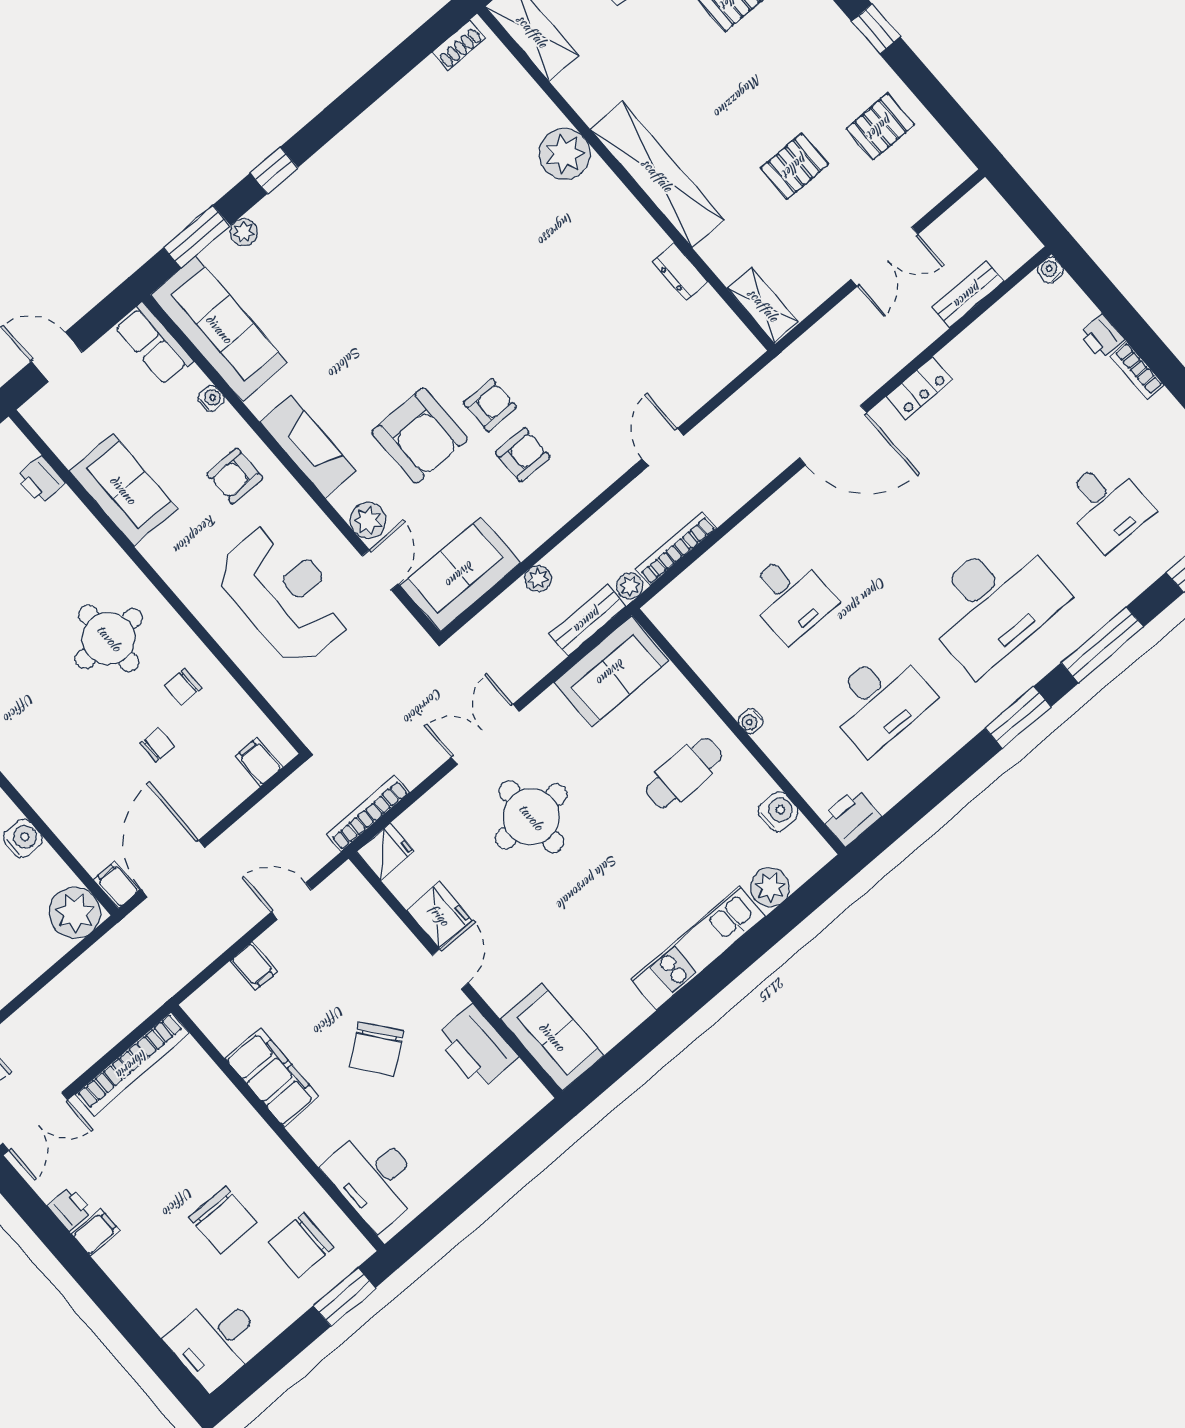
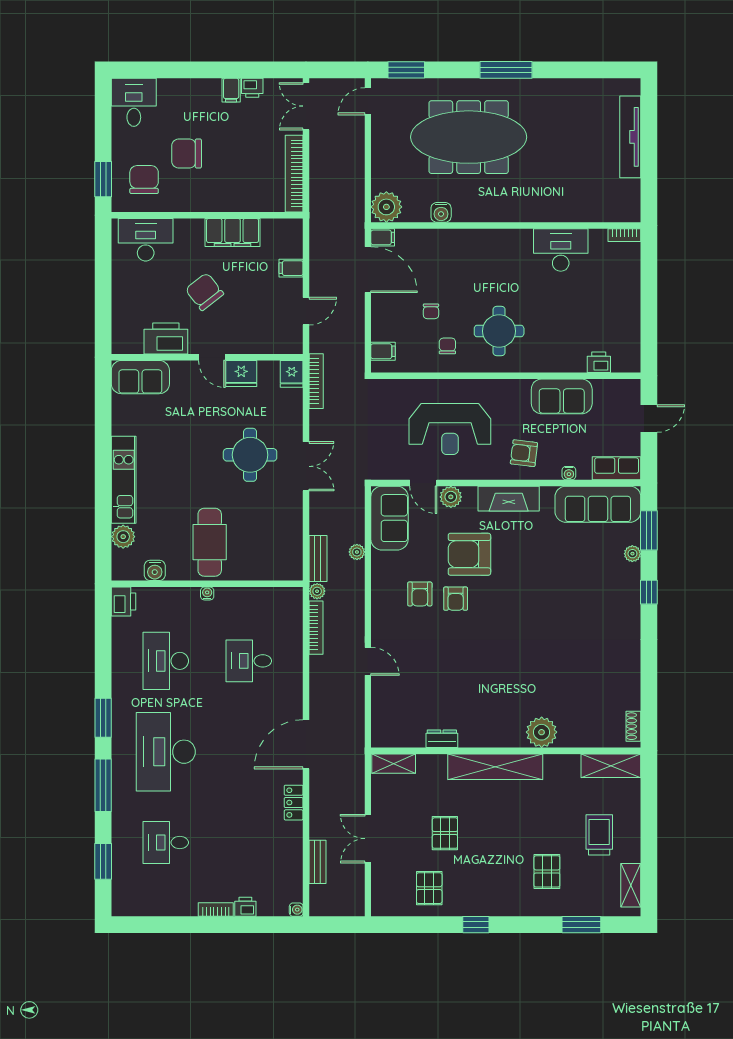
armchair: (235, 476) -> (524, 453), turned -83
sofa: (611, 672) -> (285, 549), removed
cafe table: (684, 773) -> (210, 542), width x1.37, depth x1.35

